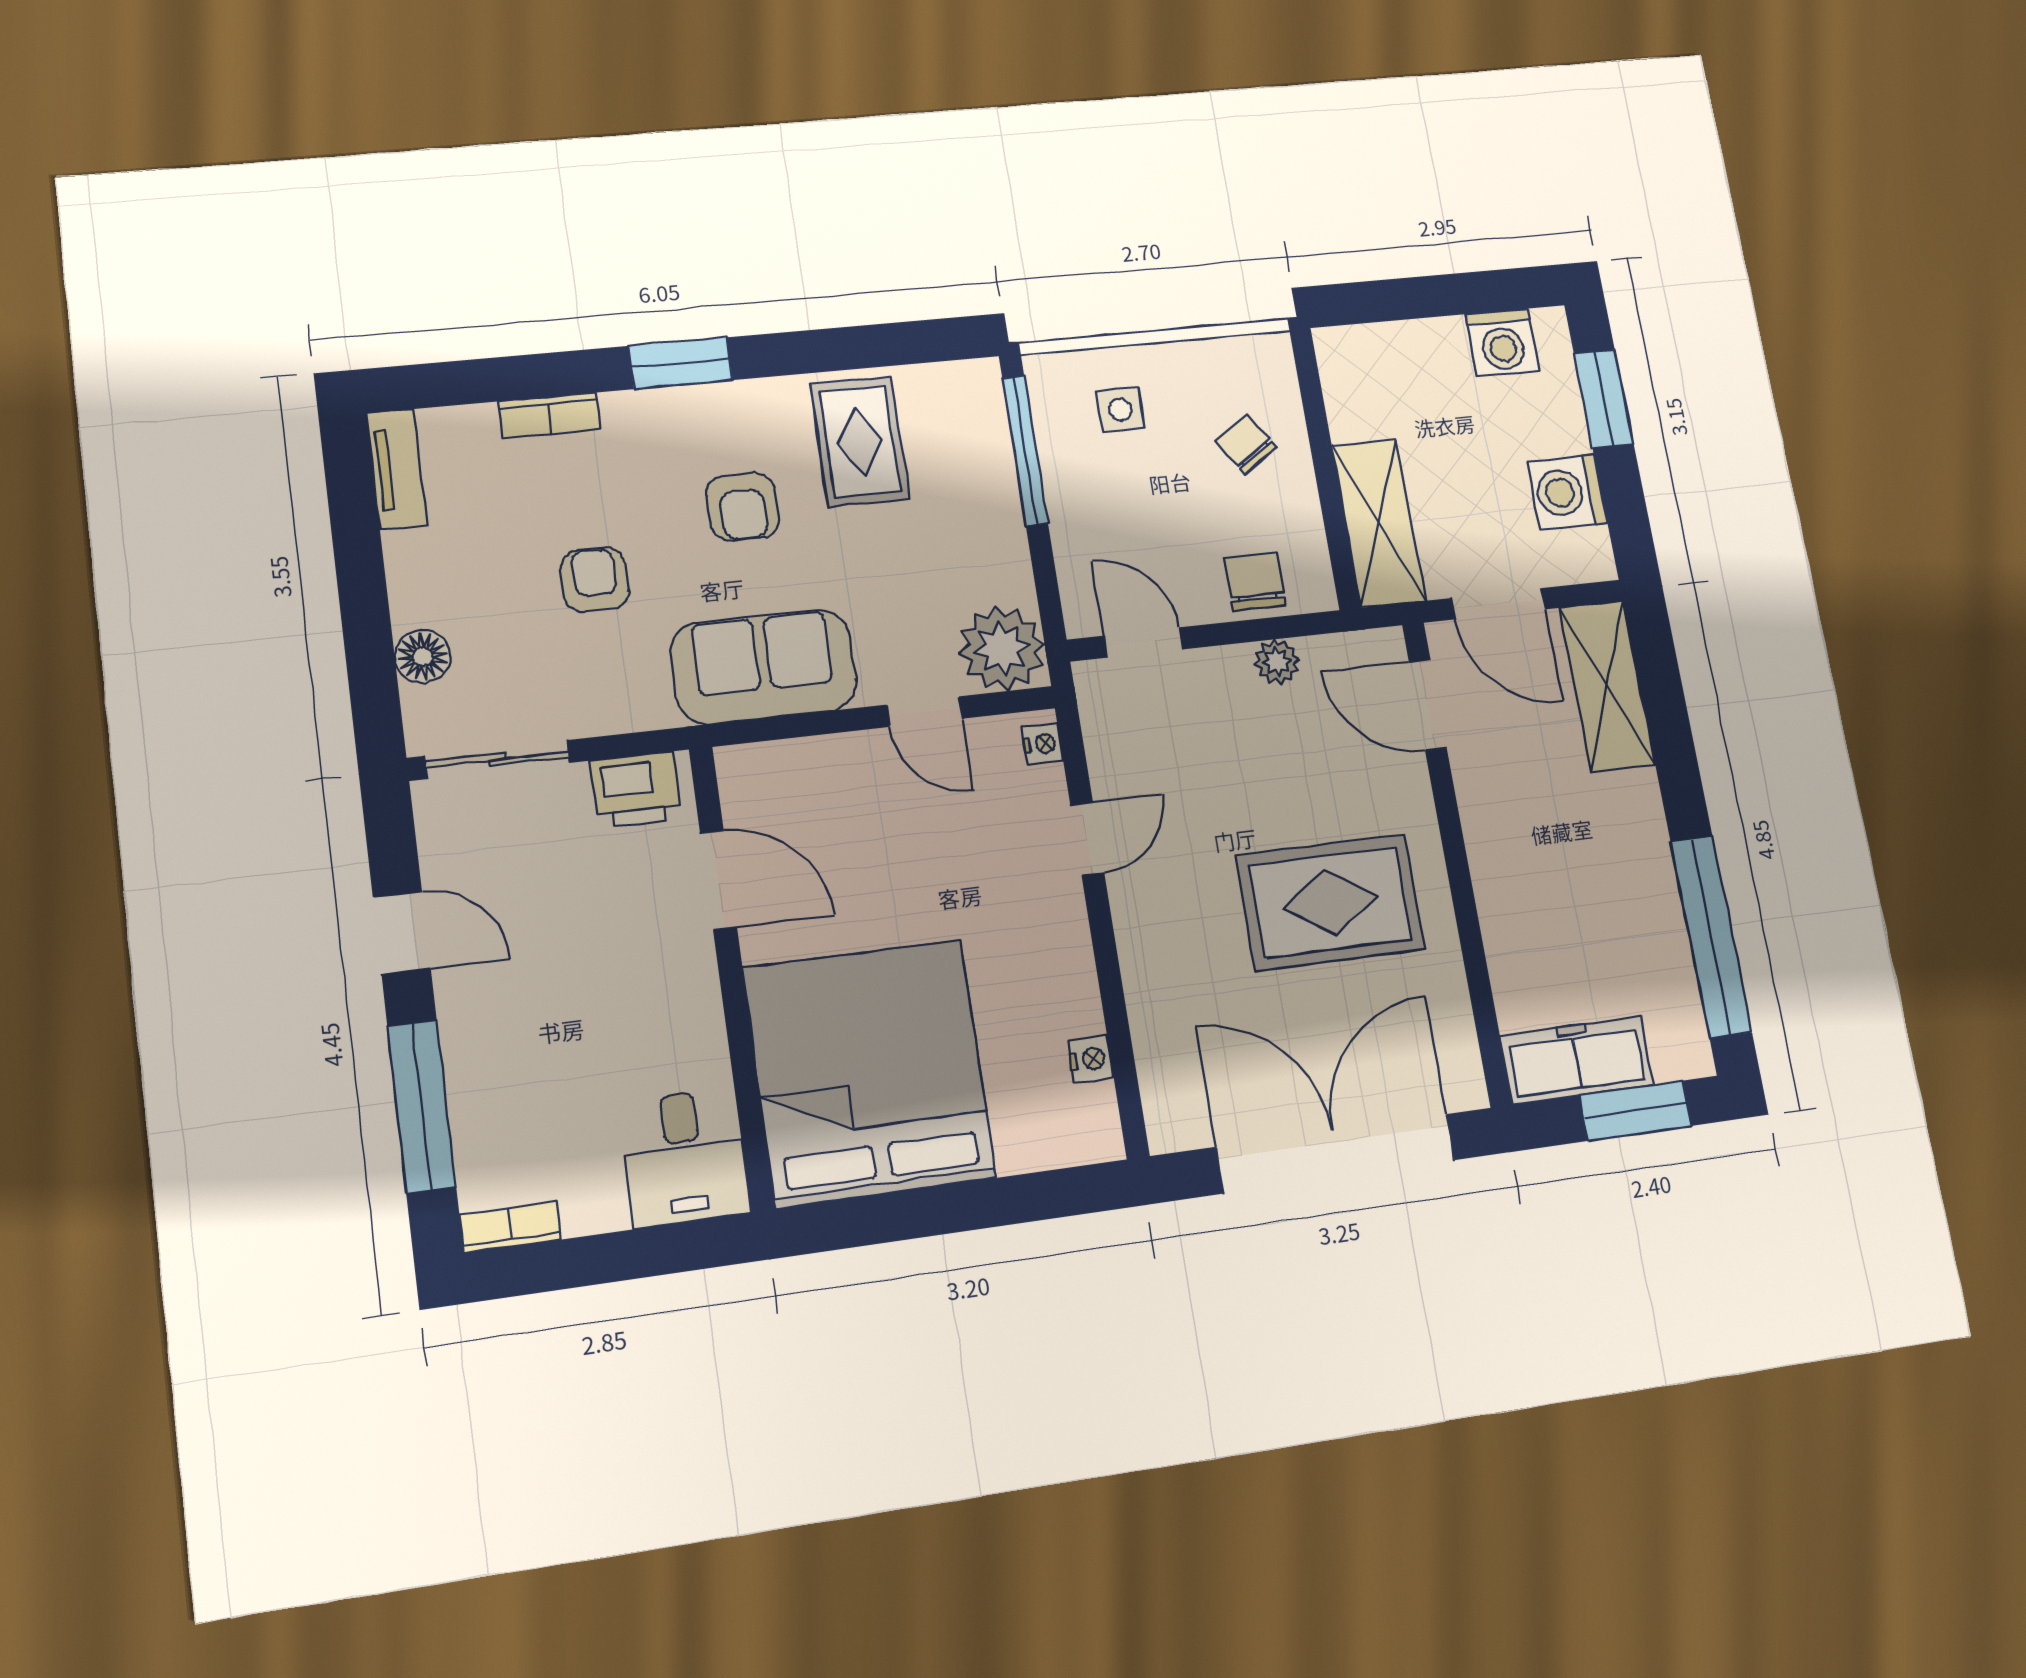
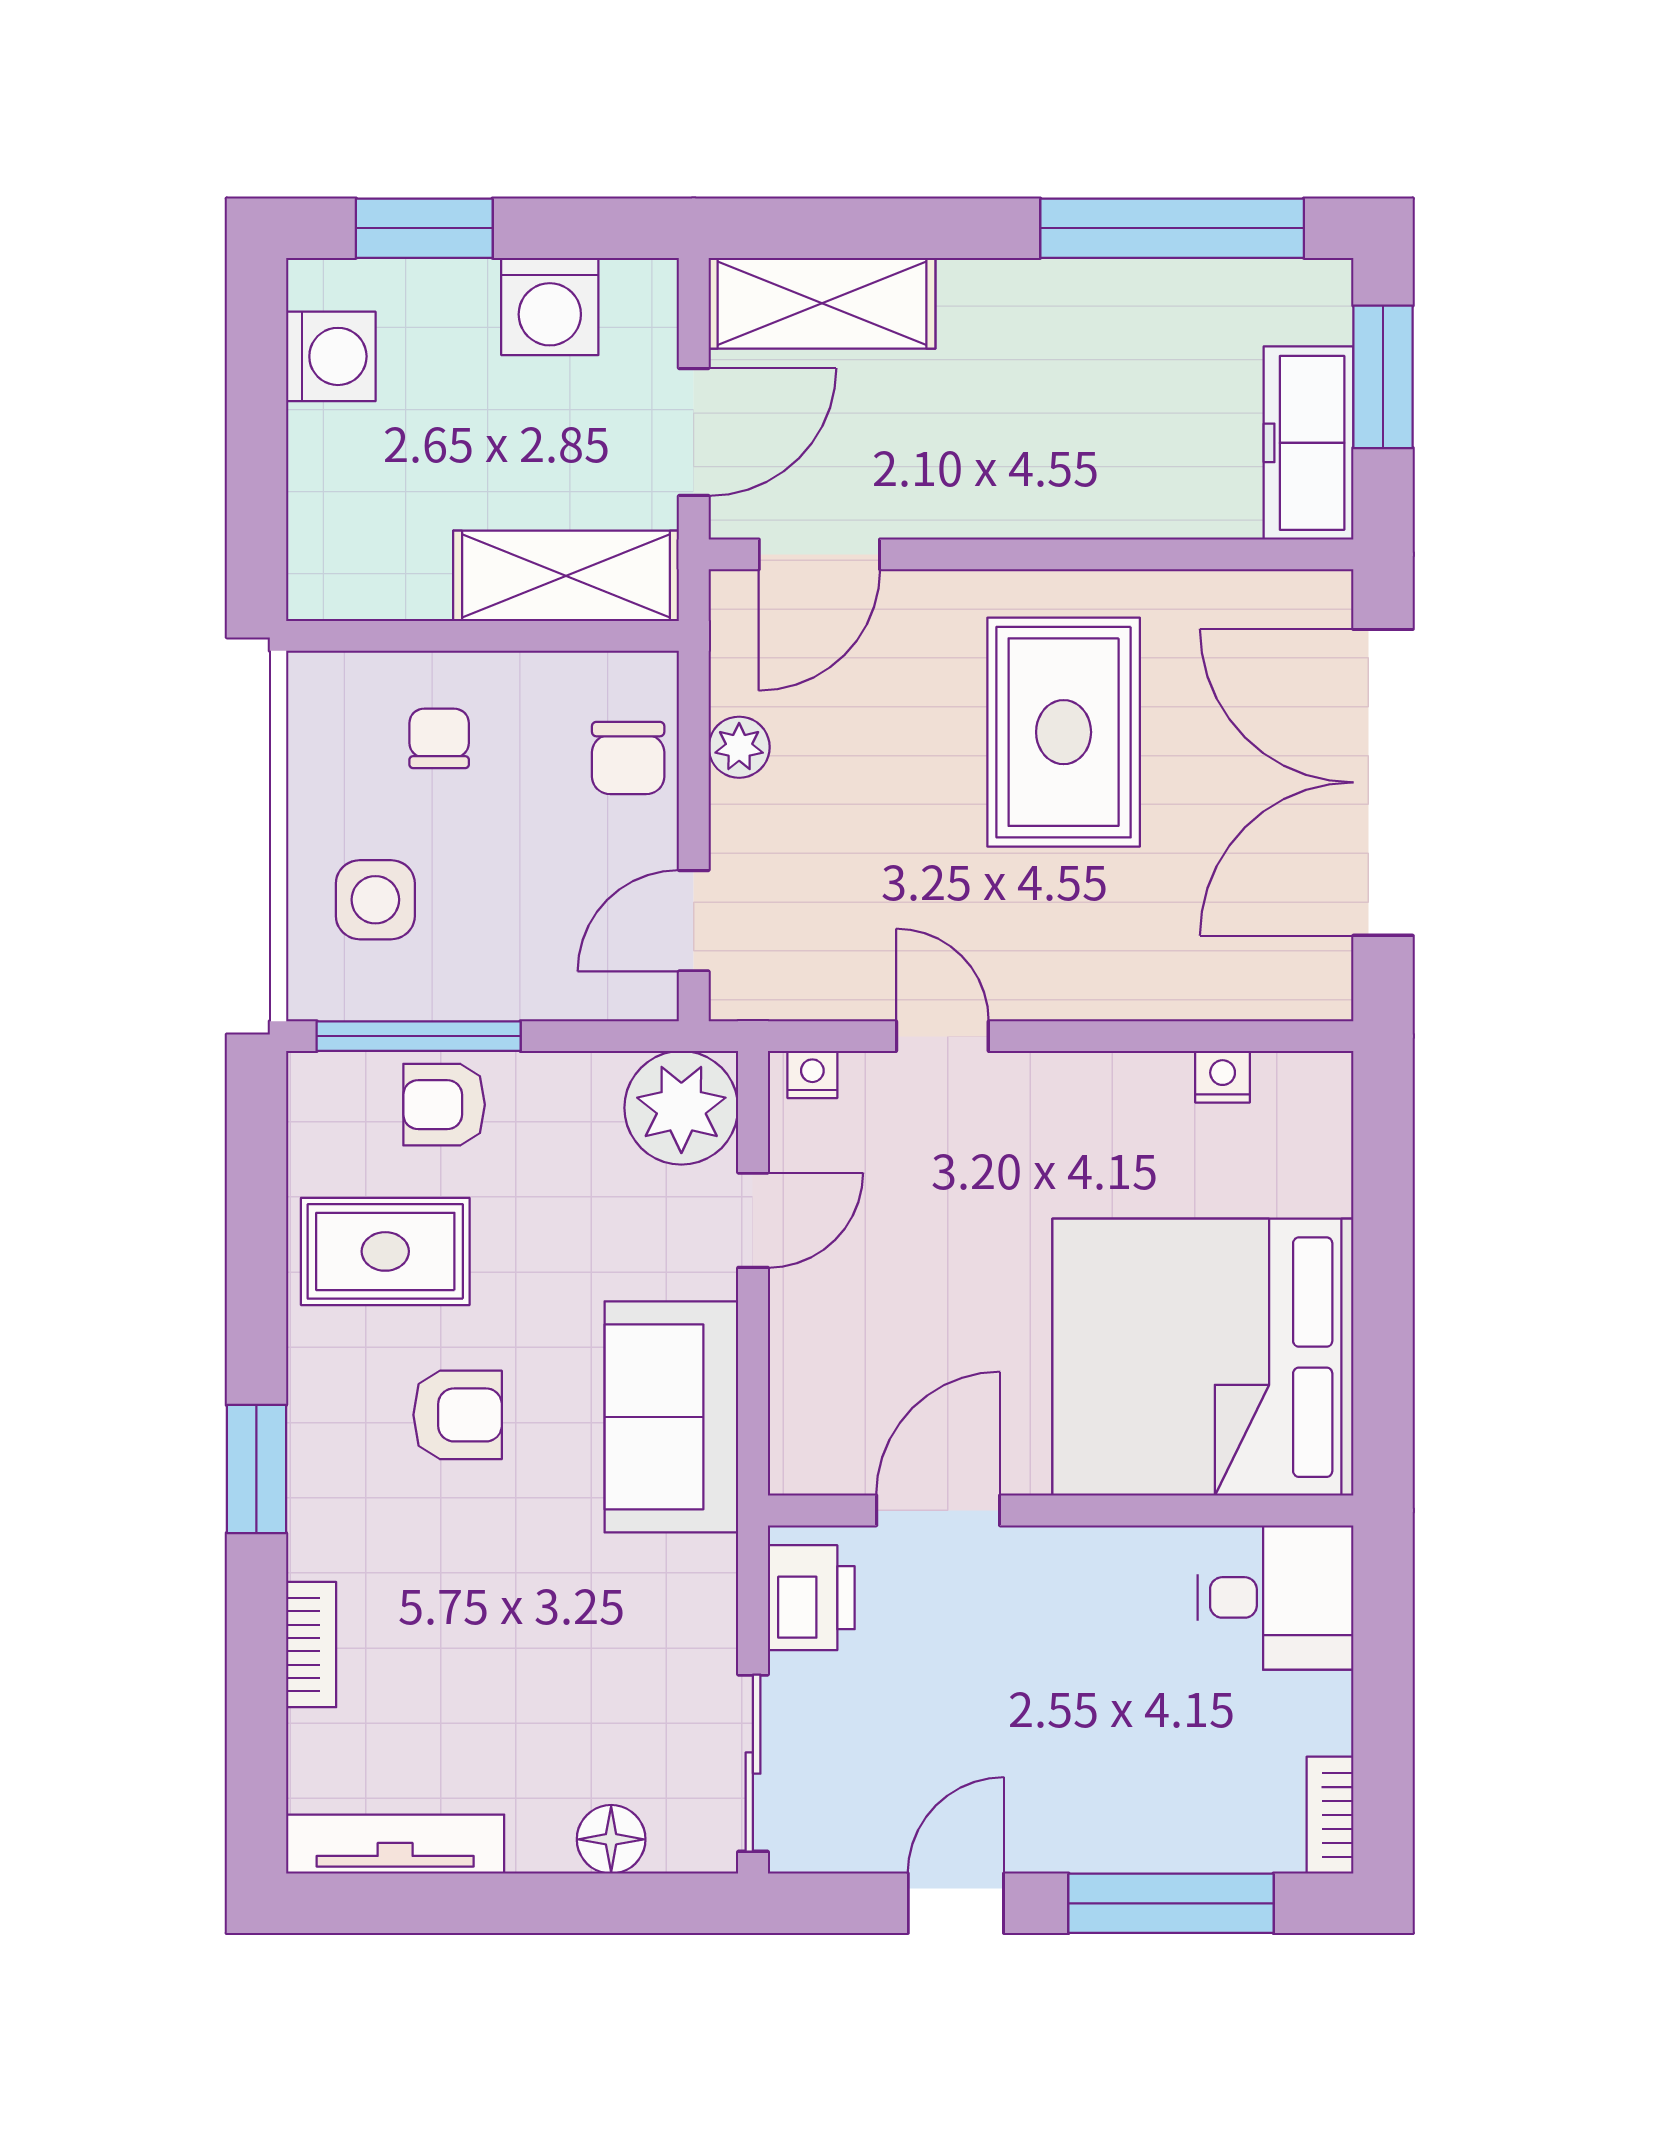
side table: (1120, 410) -> (375, 900), width x1.37, depth x1.37
chair: (1246, 444) -> (439, 738), turned 125
tv unit: (397, 469) -> (395, 1844), width x1.41
armchair: (595, 580) -> (444, 1105), moved
chair: (1255, 582) -> (628, 758), turned -90

